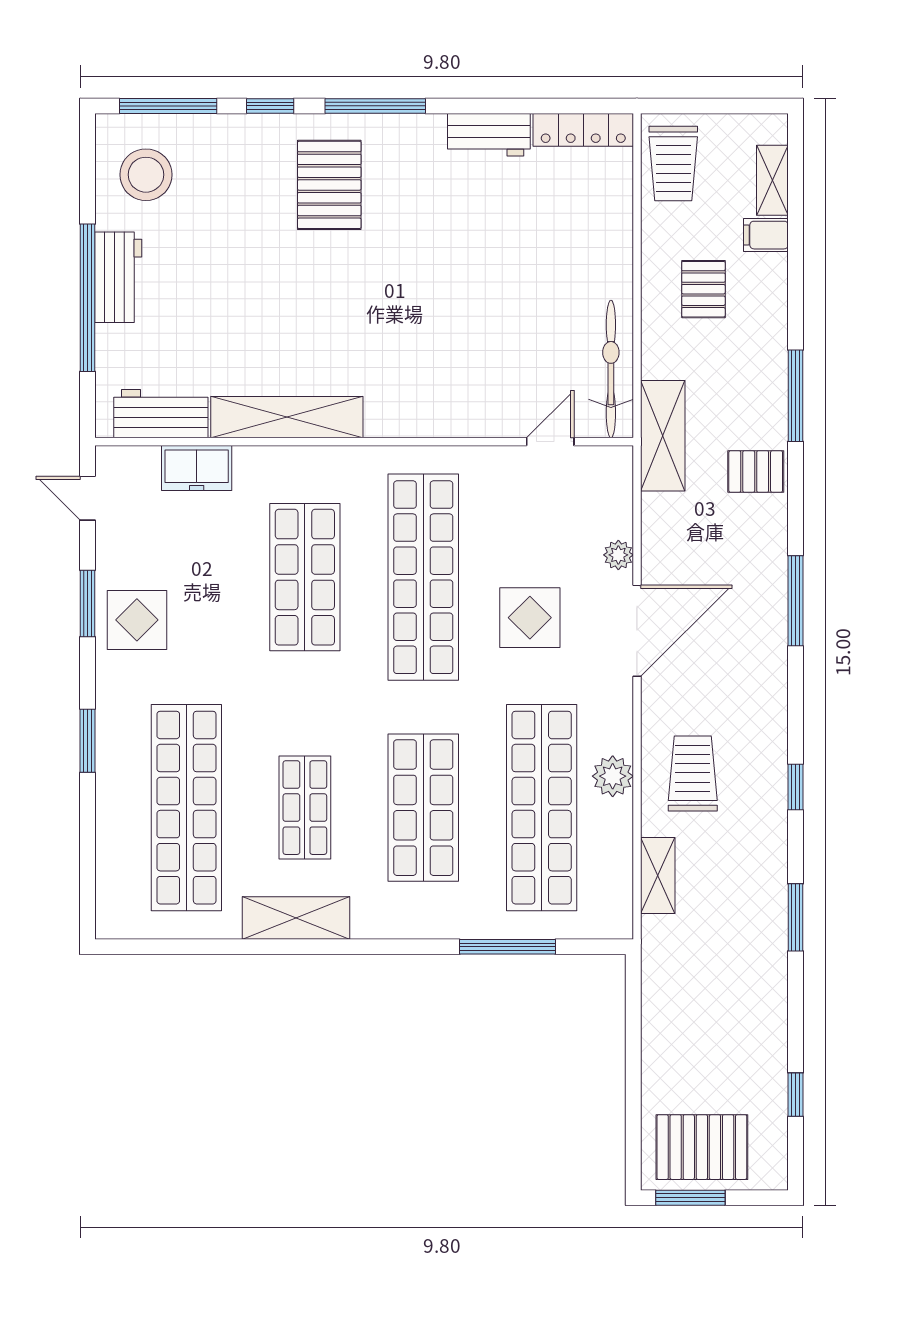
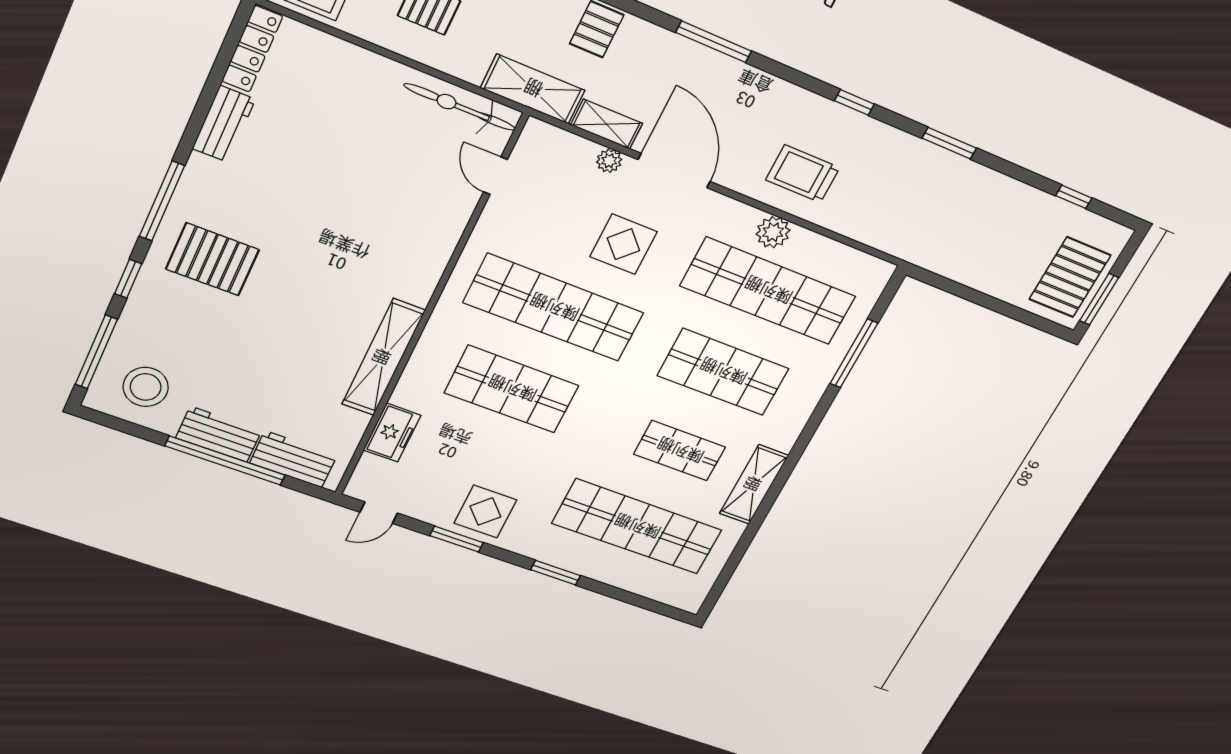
workbench: (161, 414) -> (293, 459), moved, turned 90
shelving: (658, 875) -> (607, 124), moved

